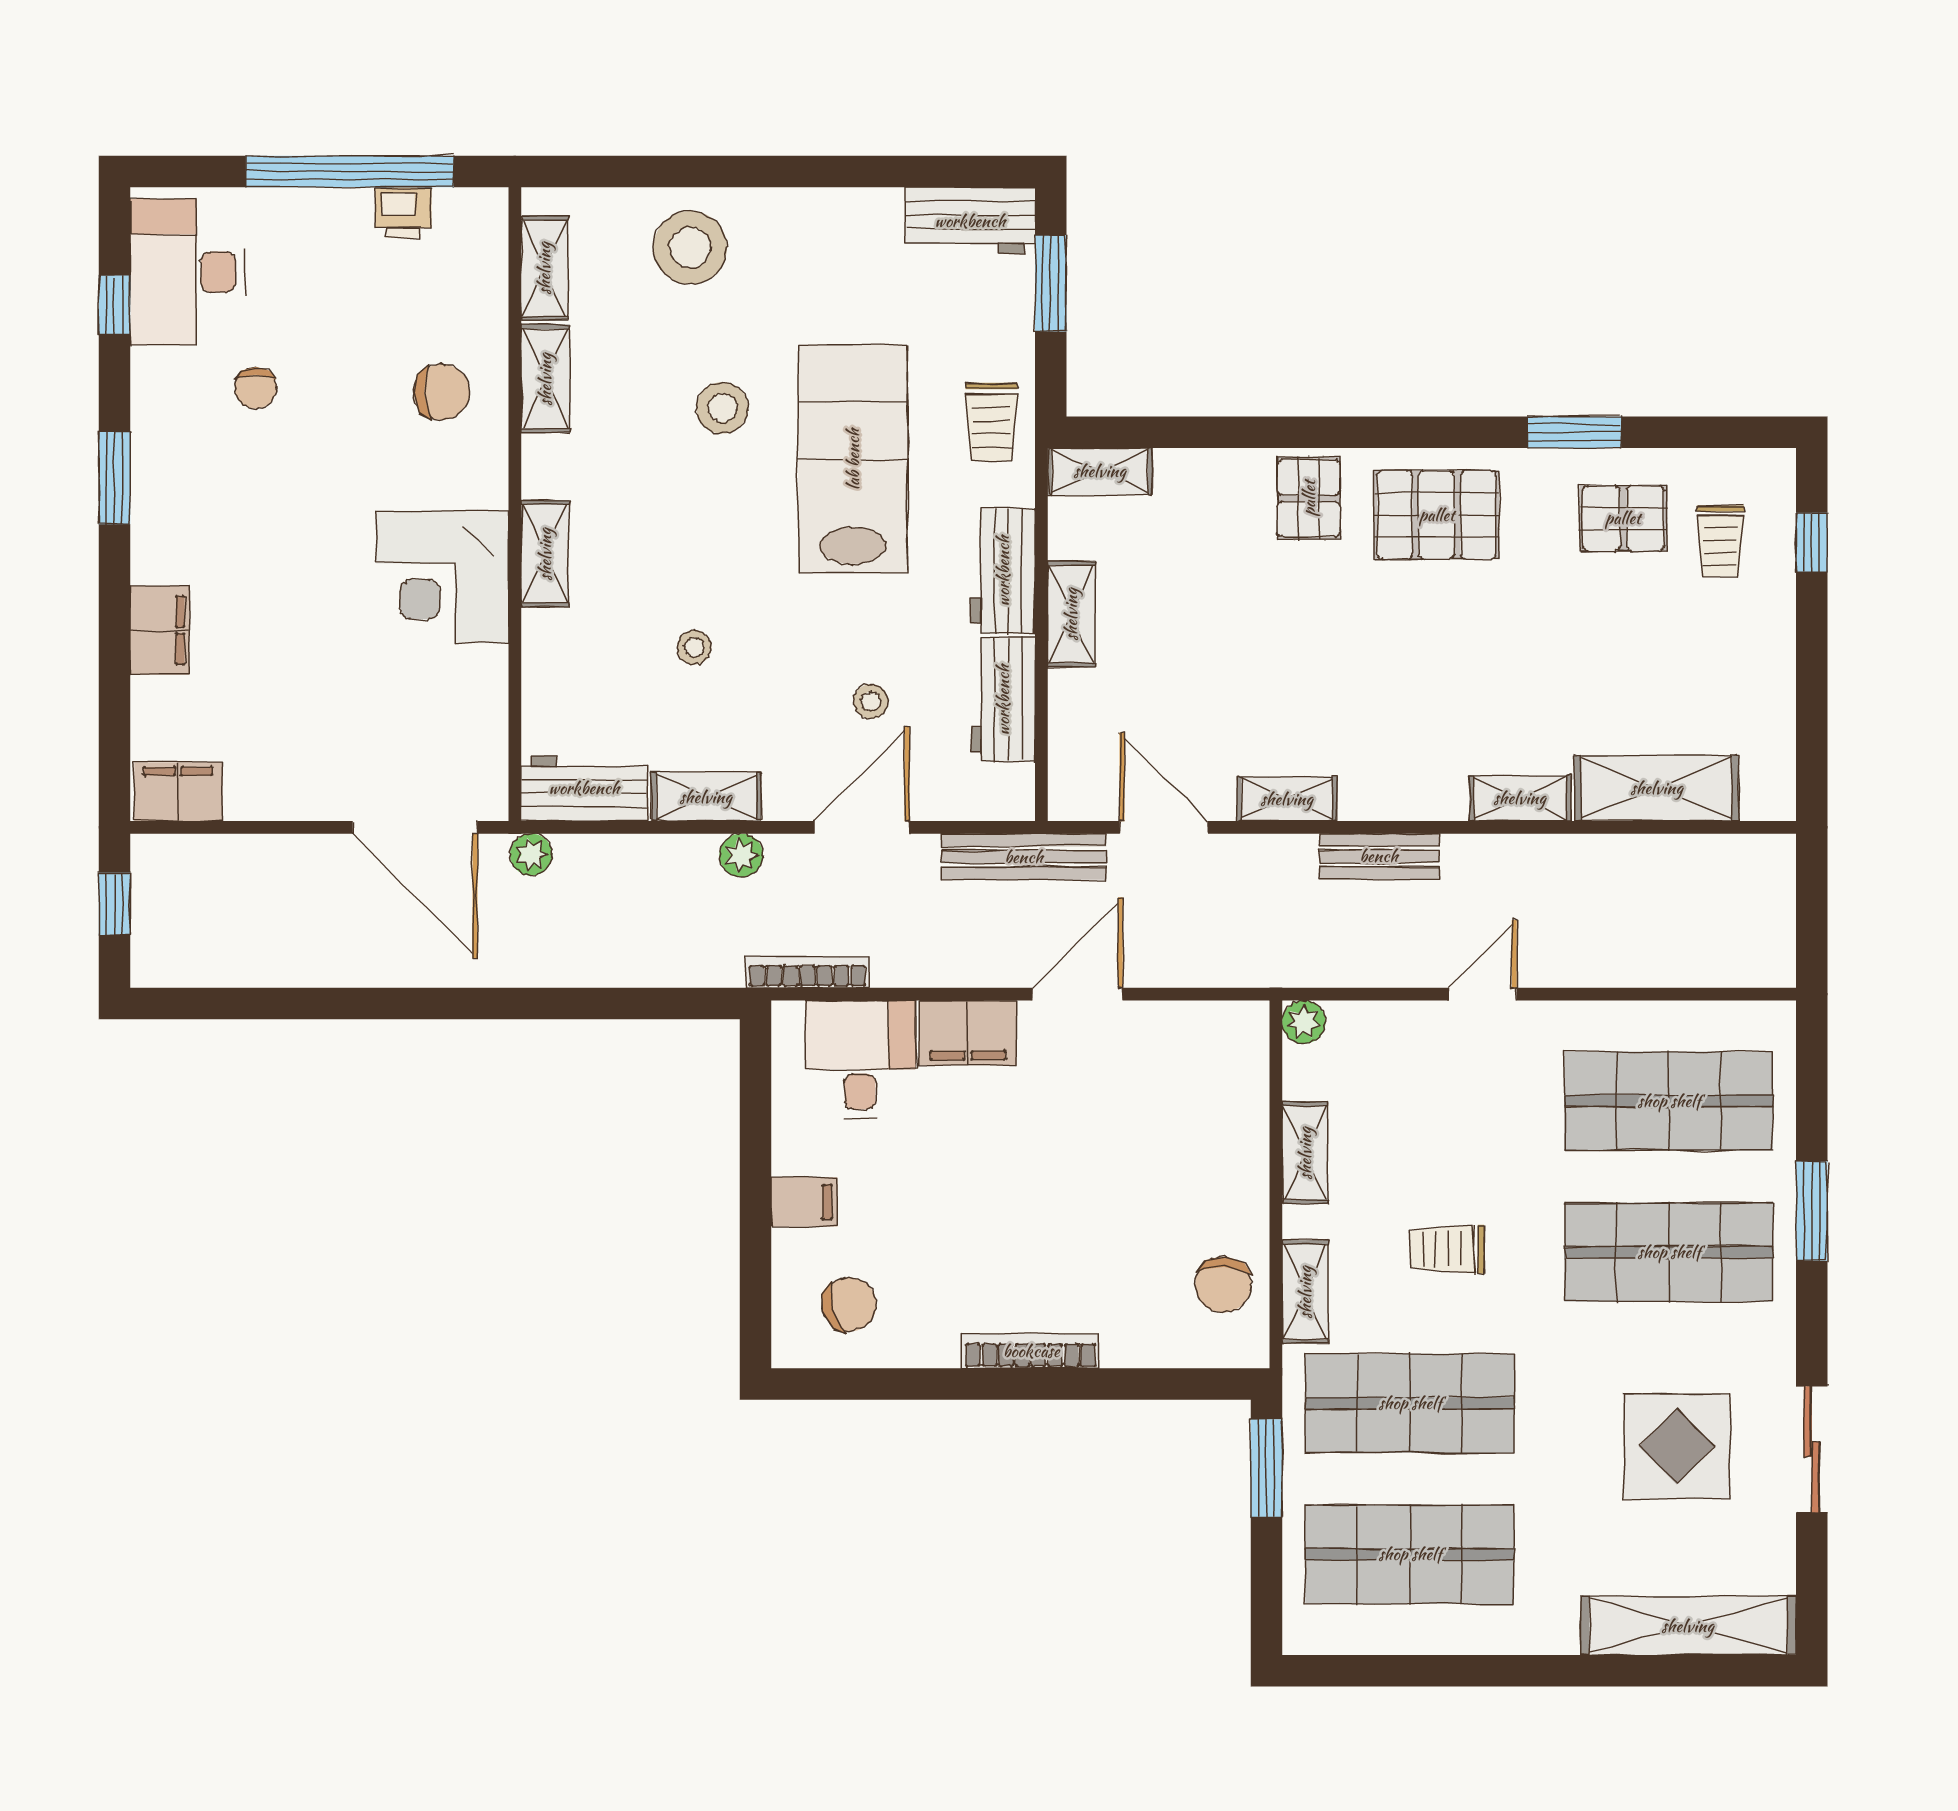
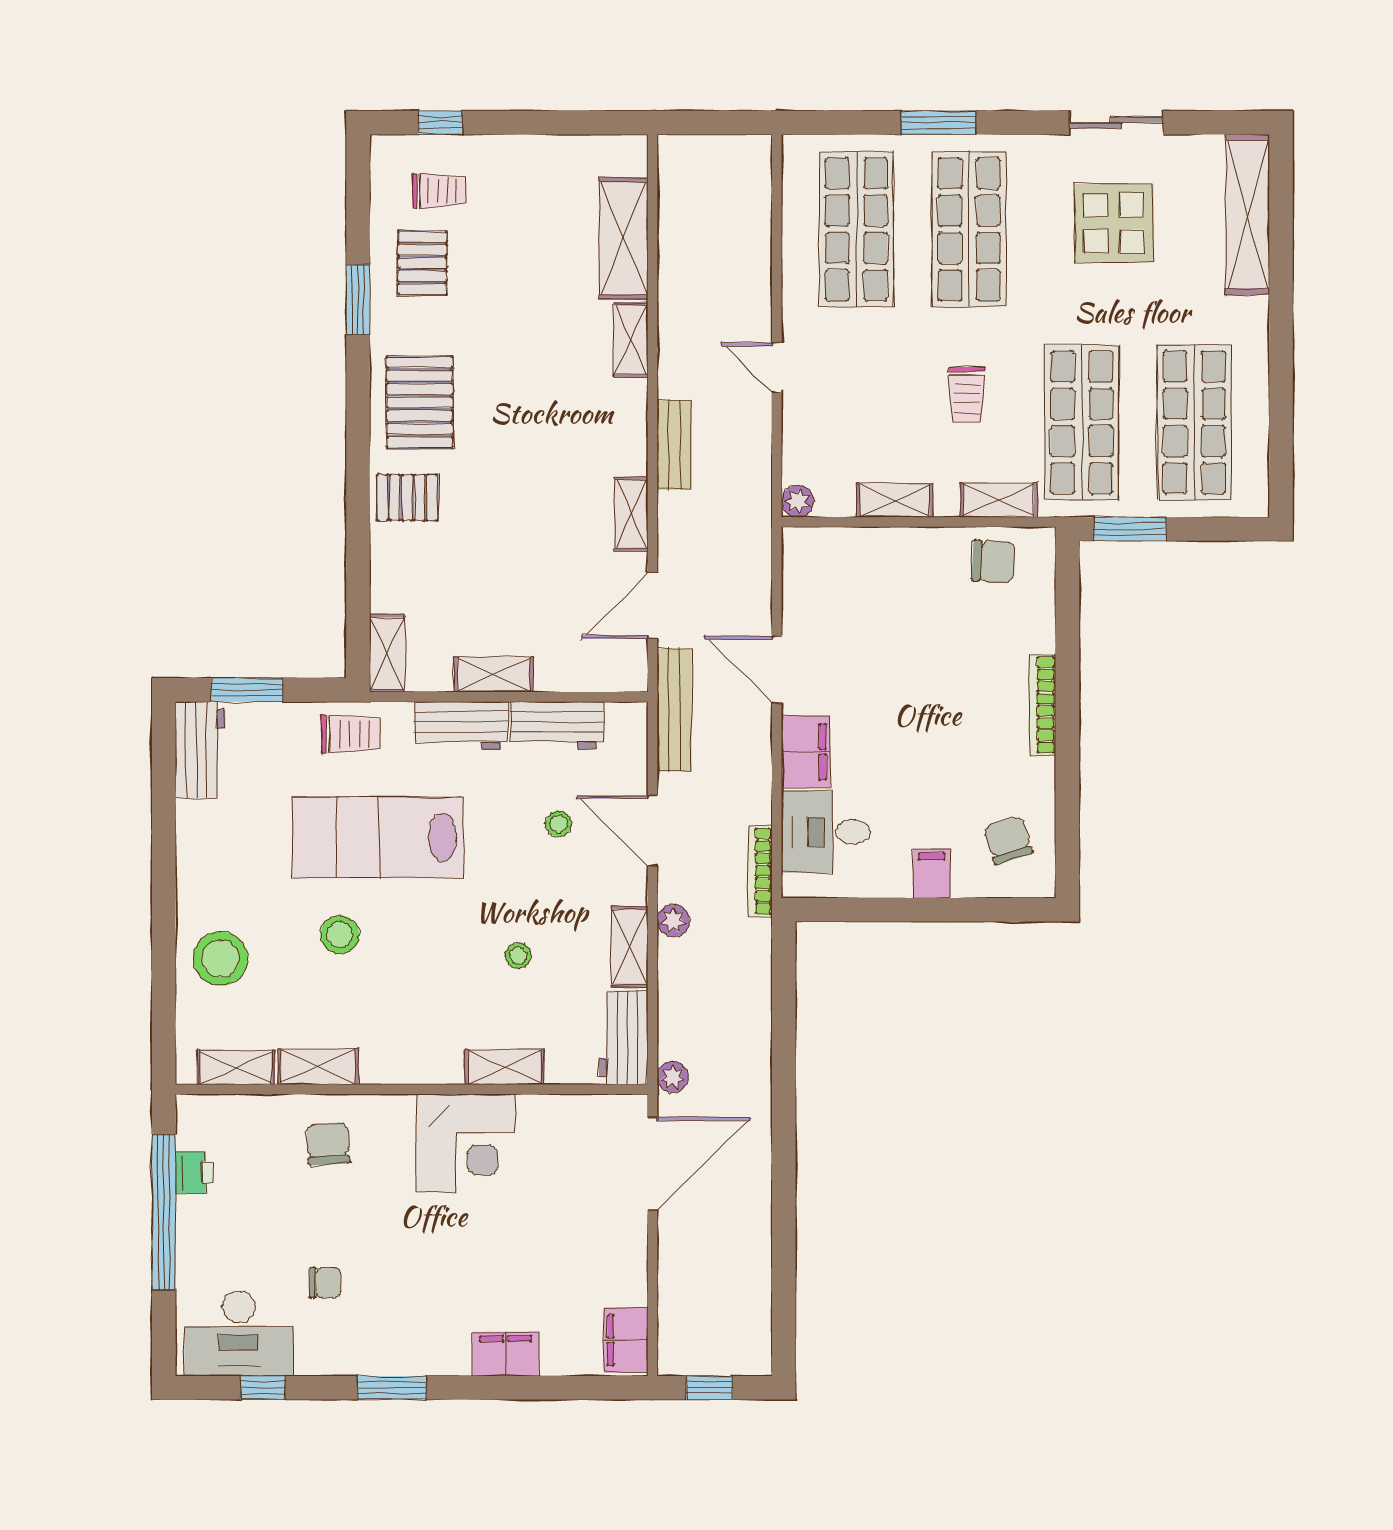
shelving: (545, 554) -> (504, 1067), moved

